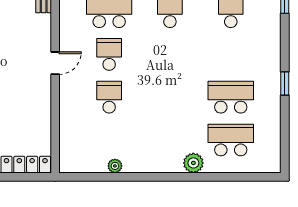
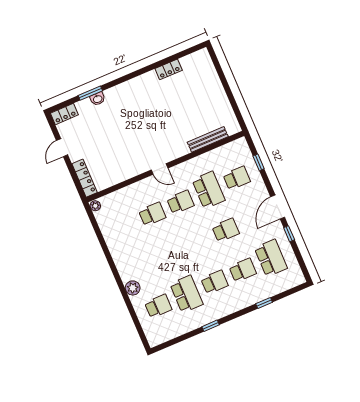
school desk: (231, 54) -> (215, 282), added
school desk: (231, 140) -> (158, 306), width x0.54
plant: (115, 166) -> (95, 206), moved

